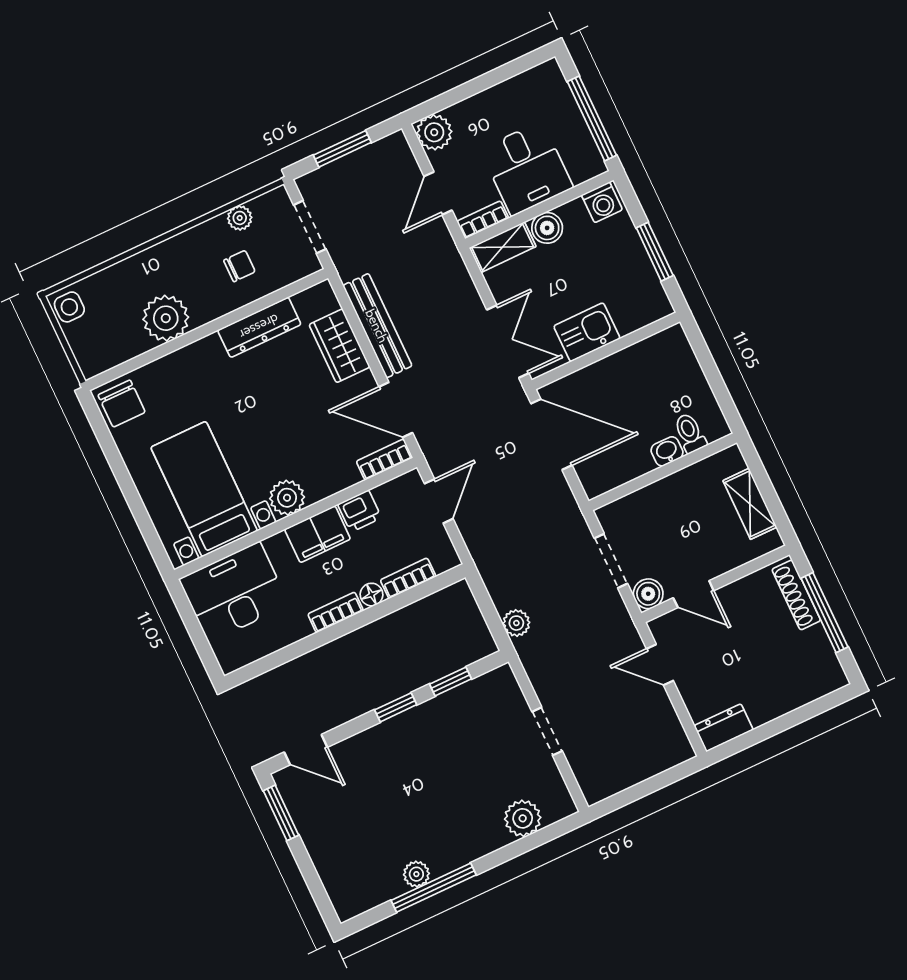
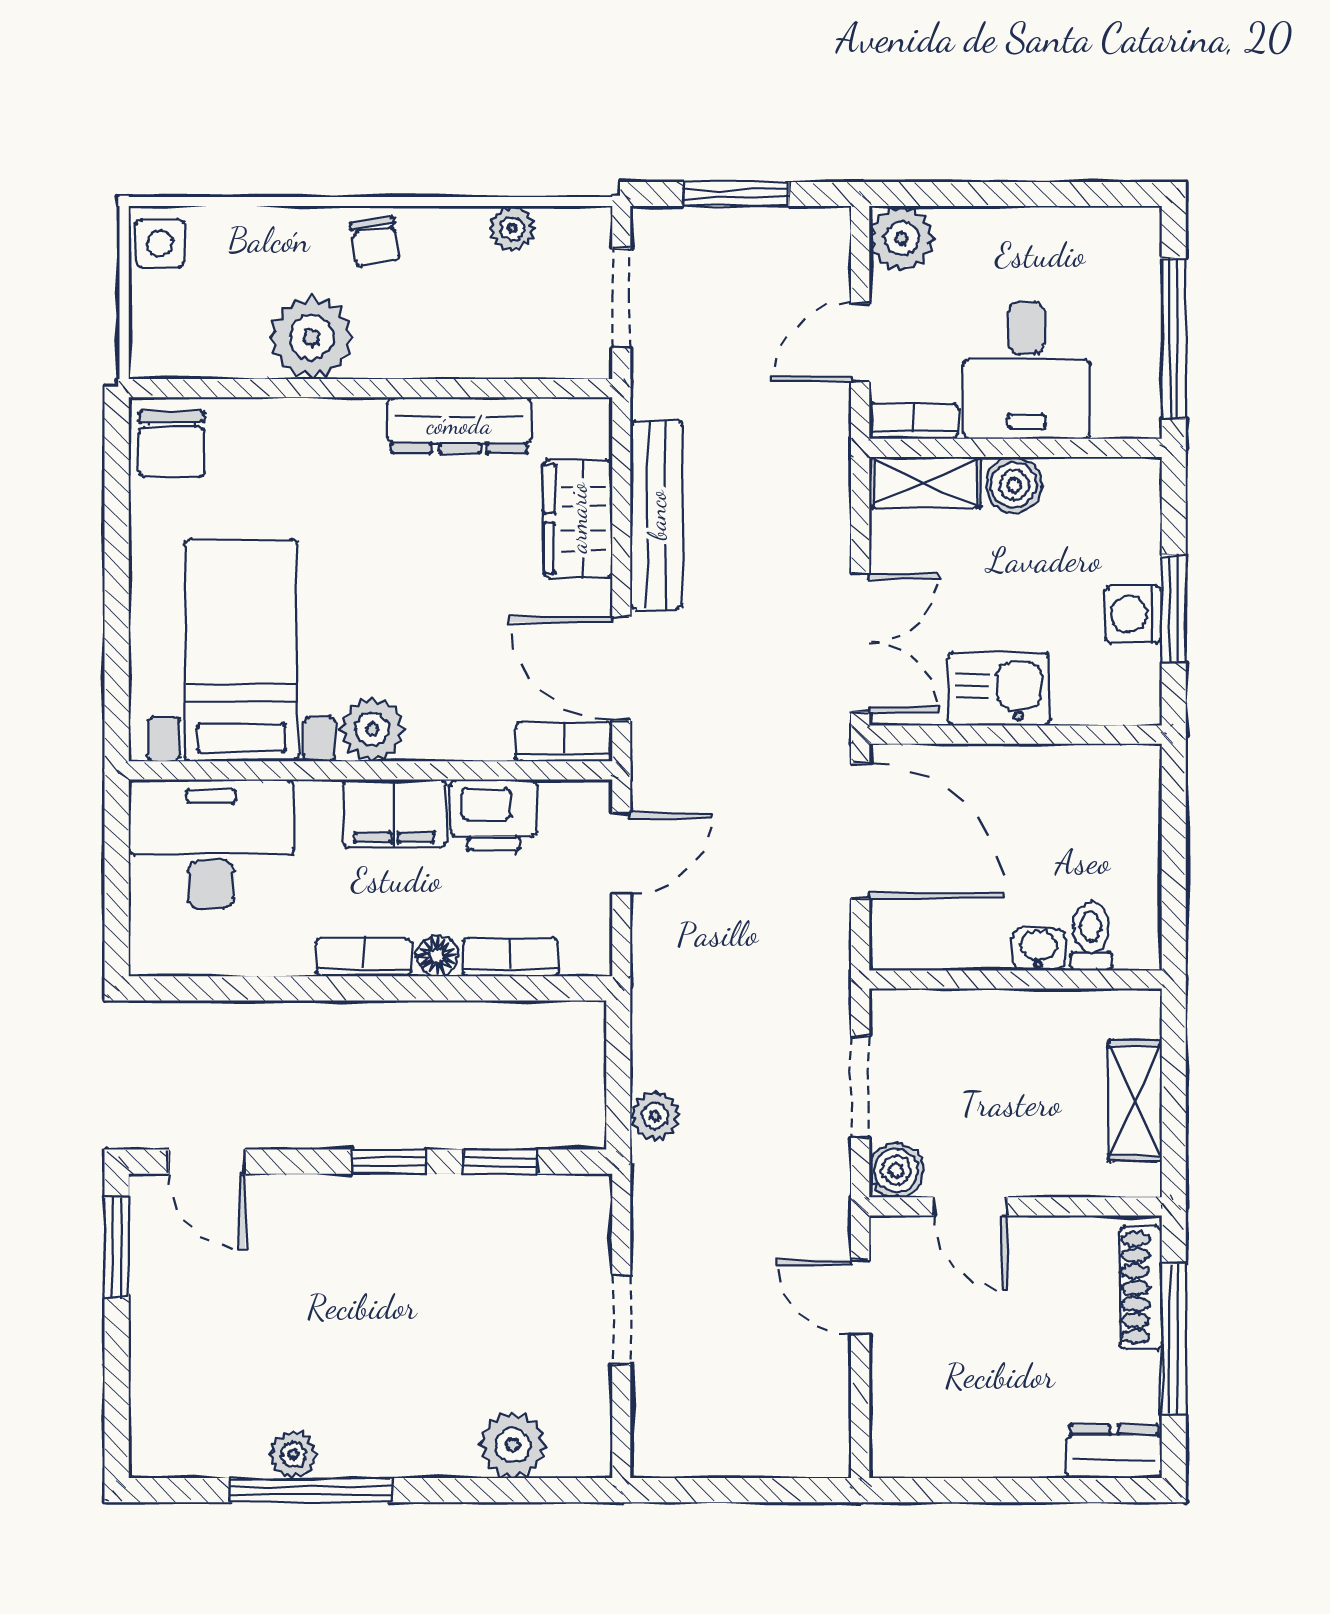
washing machine: (602, 202) -> (1133, 614), moved, turned 90
chair: (239, 266) -> (375, 242), moved, turned 81
printer: (360, 511) -> (494, 815), width x1.36, depth x1.24
dresser: (724, 728) -> (1114, 1451), moved

